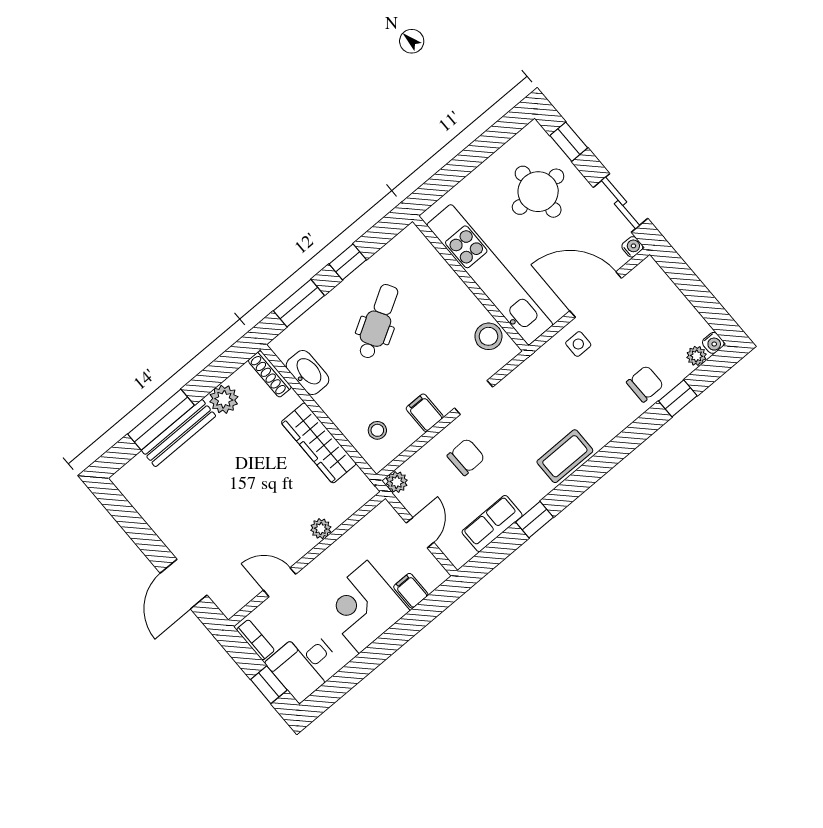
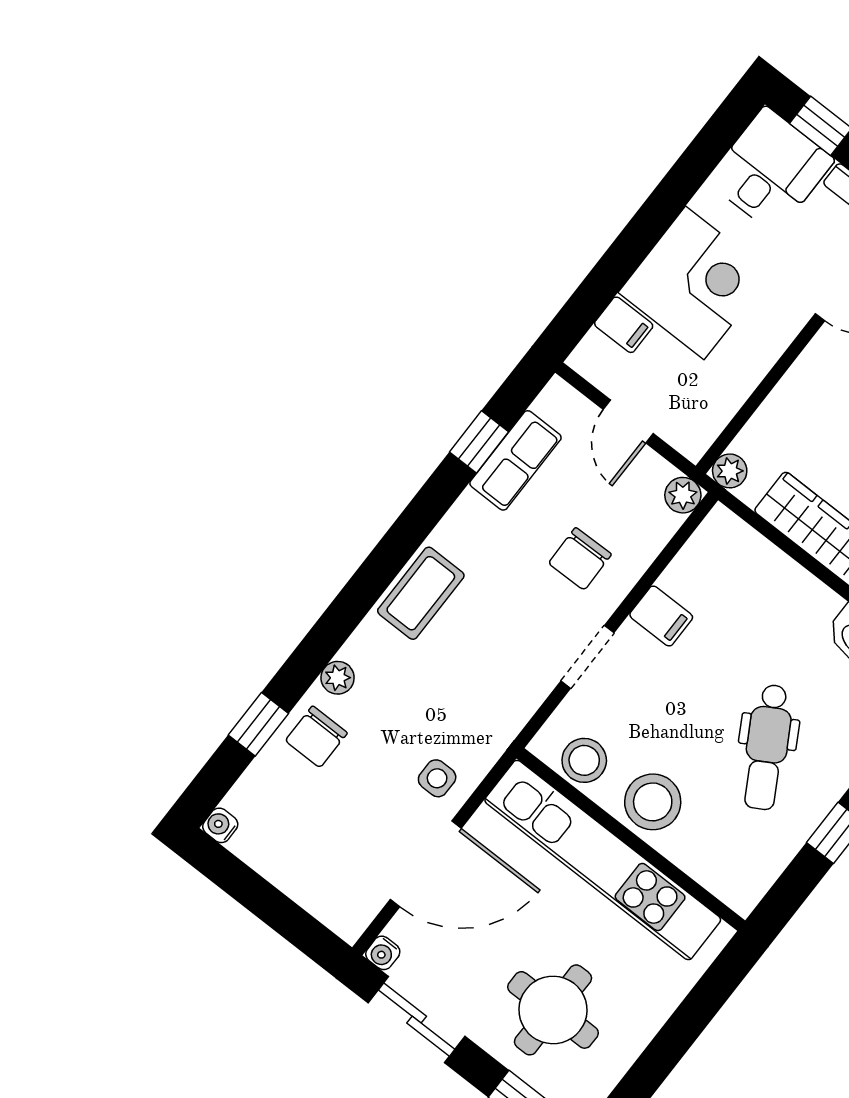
plant: (696, 356) -> (338, 678), moved
stool: (377, 430) -> (653, 802), moved, width x1.89, depth x1.89
window: (534, 520) -> (479, 442), moved
plant: (321, 529) -> (730, 471), moved

